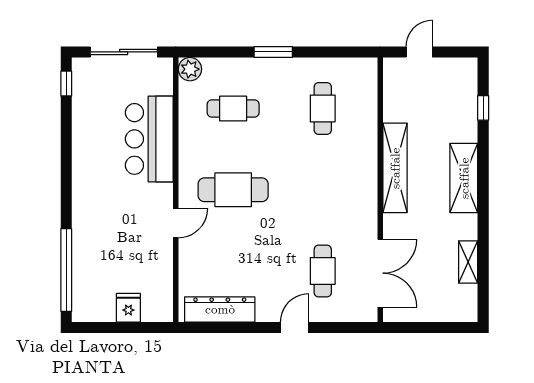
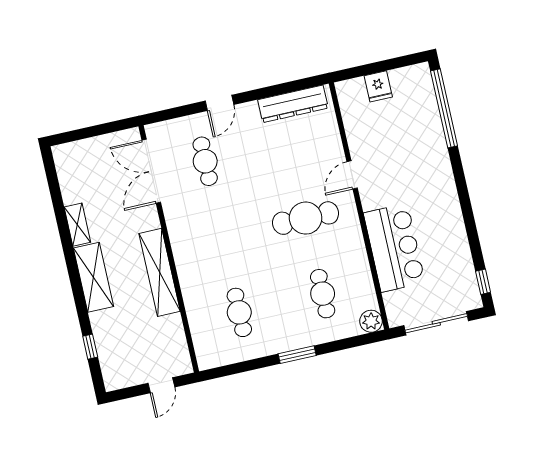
cafe table: (233, 108) -> (323, 294), turned 90
shelving: (468, 262) -> (77, 225), moved

